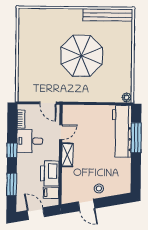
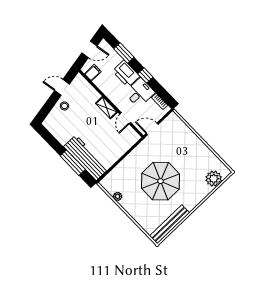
plant: (38, 17) -> (214, 179), added
plant: (127, 97) -> (118, 196), moved
printer: (50, 173) -> (126, 74), moved, turned 180

